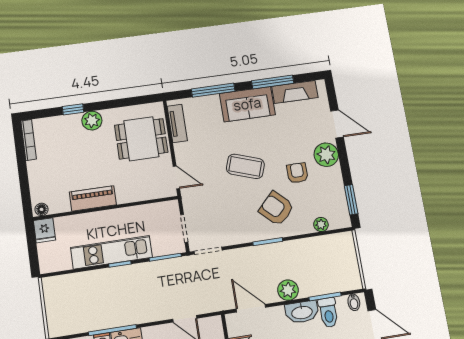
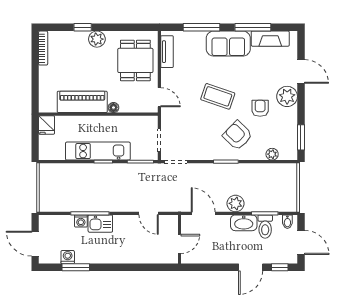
dining table: (141, 139) -> (135, 60), turned 90
piano: (93, 198) -> (82, 102), width x1.37, depth x1.33
floor lamp: (42, 209) -> (113, 108), moved

